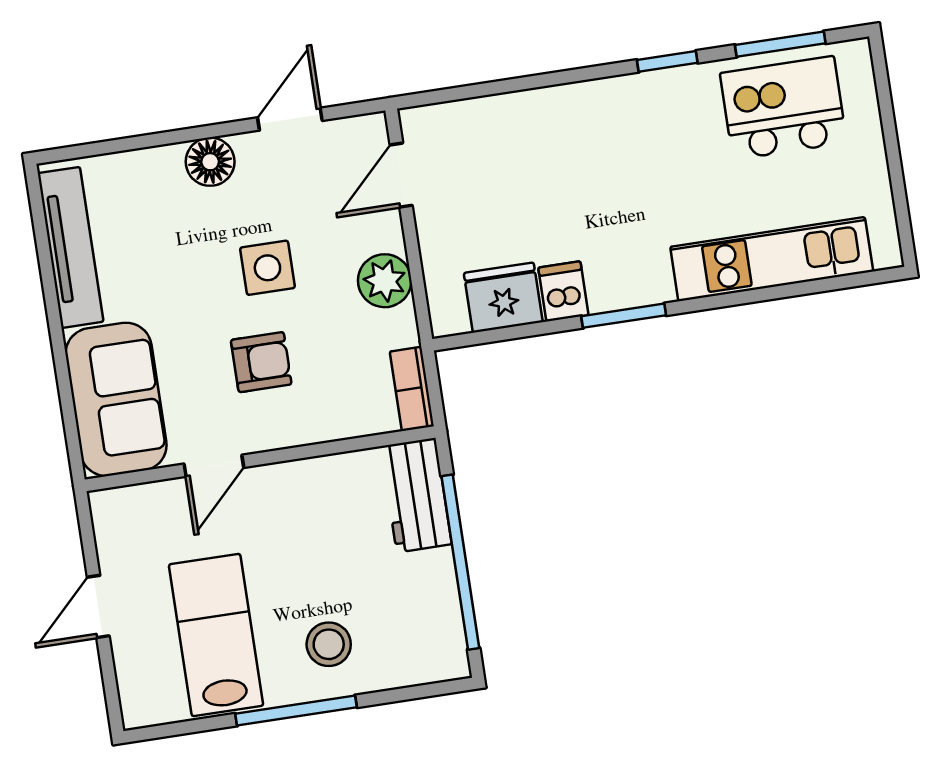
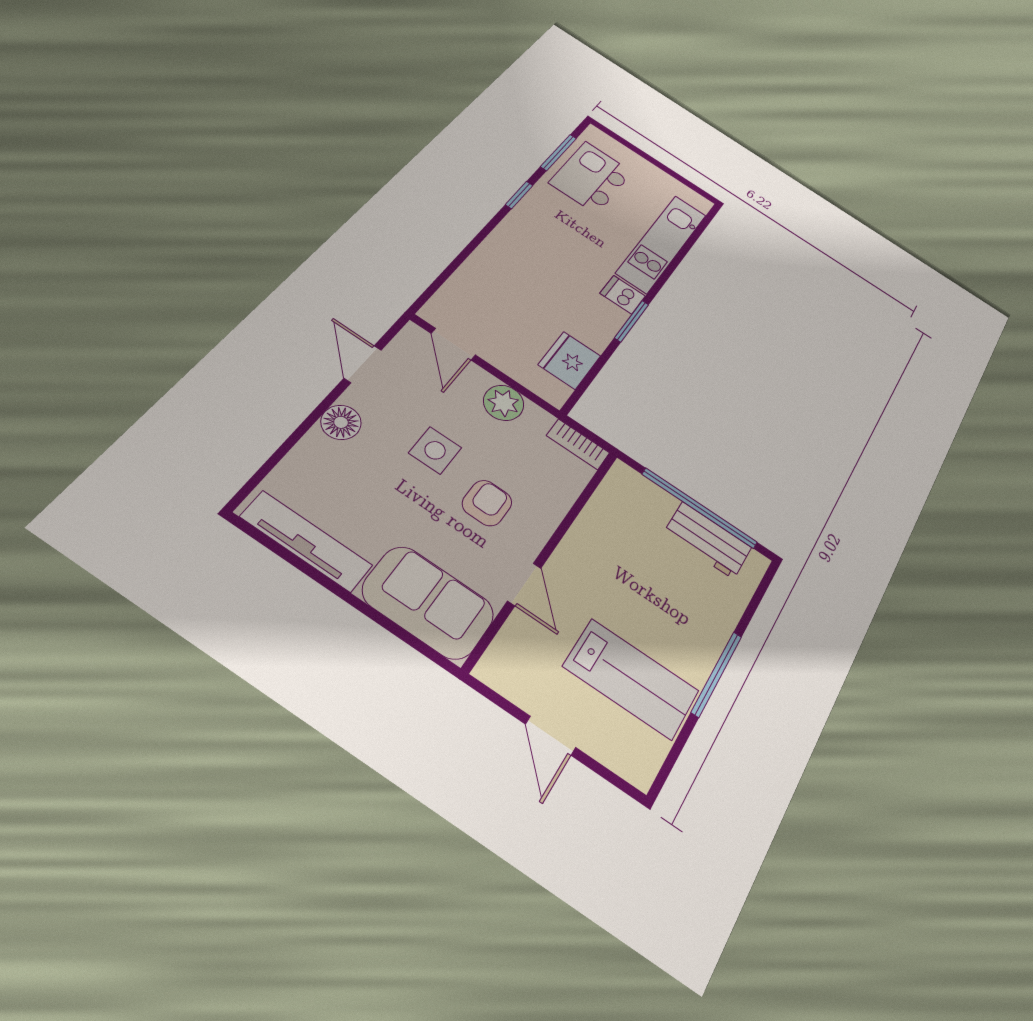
dishwasher: (563, 291) -> (623, 295), moved
workbench: (416, 495) -> (708, 540), moved
lab bench: (216, 635) -> (631, 679), turned 180
stool: (329, 644) -> (690, 619), removed

